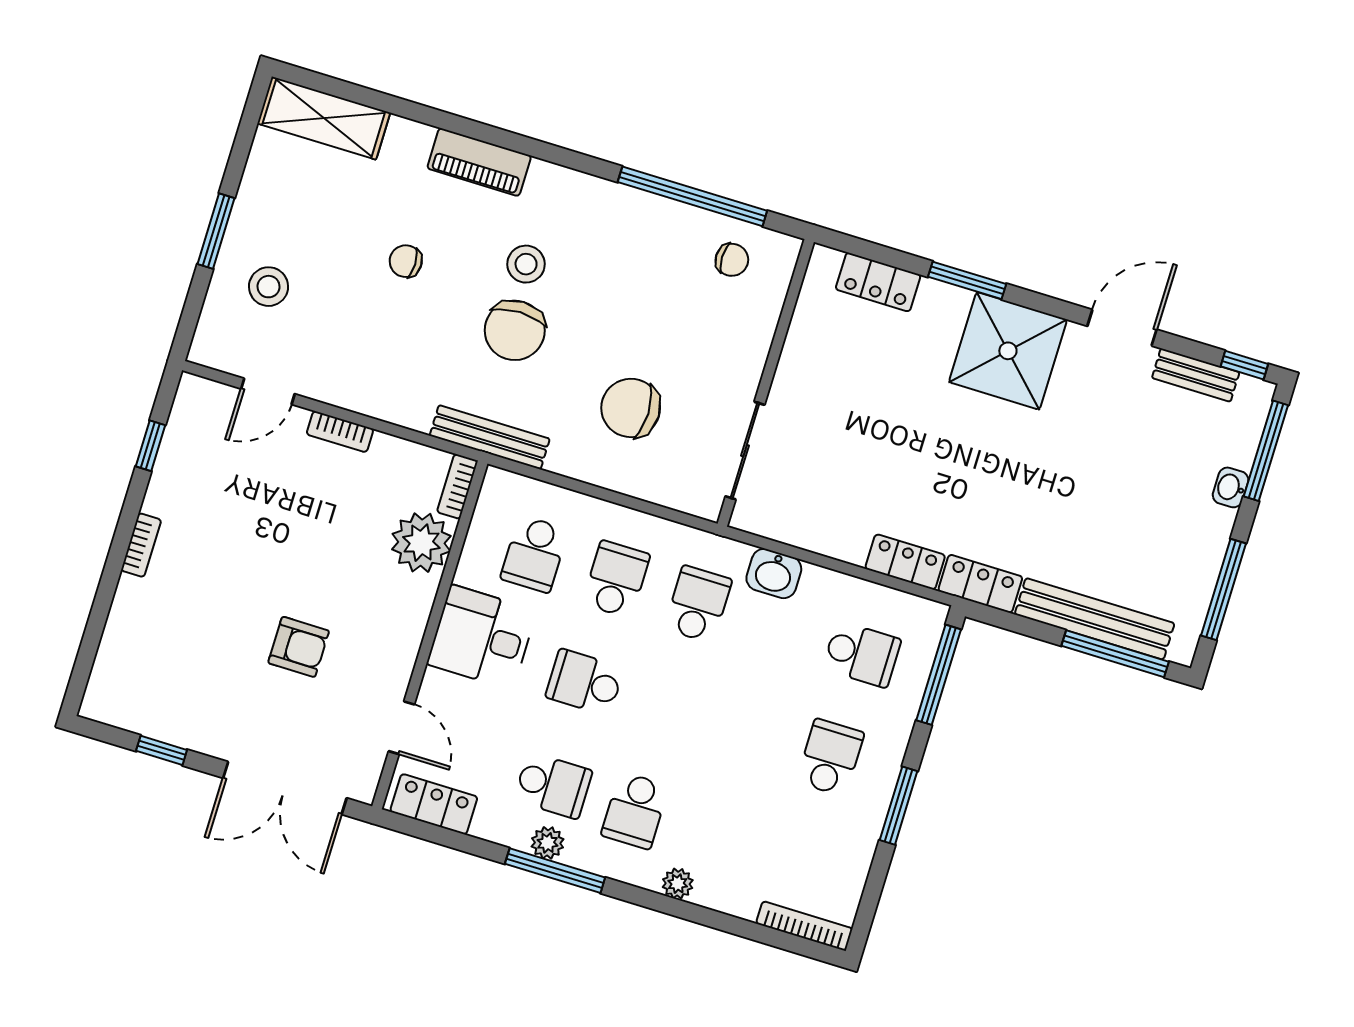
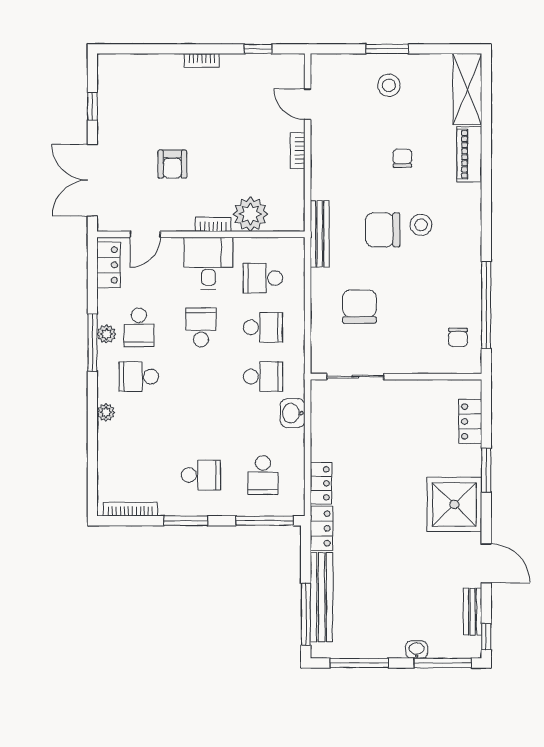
piano: (479, 162) -> (469, 154), moved
stool: (269, 287) -> (389, 85), moved
bookcase: (457, 486) -> (213, 224), moved
bookcase: (804, 926) -> (130, 509), moved, turned -90

